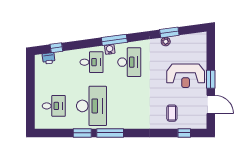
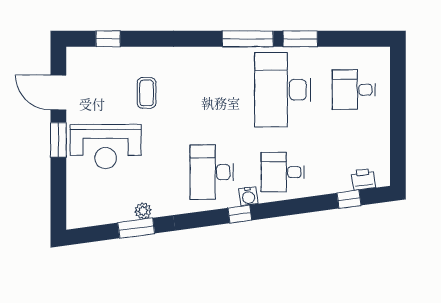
window: (114, 40) -> (240, 214), width x0.46
reception desk: (186, 76) -> (106, 147), turned 180
coffee table: (172, 113) -> (147, 93), moved

